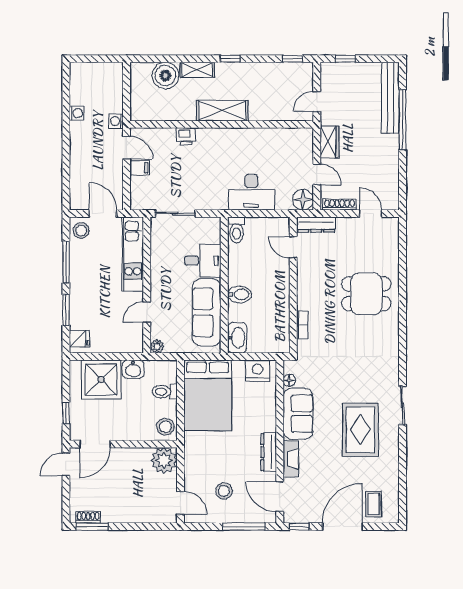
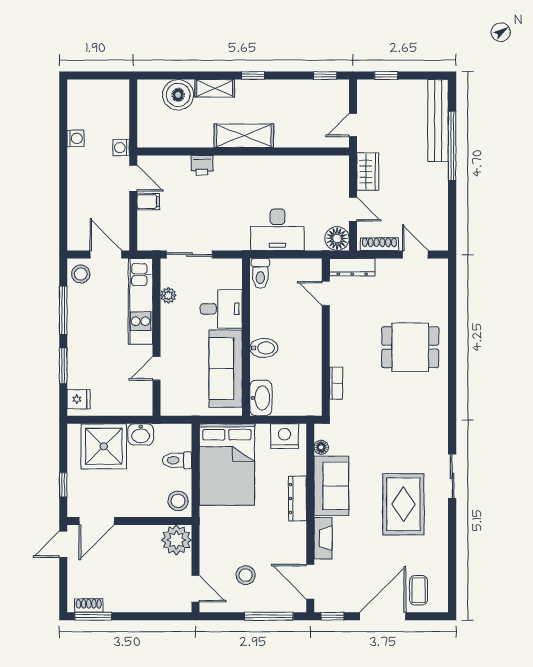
plant: (157, 346) -> (168, 295), moved
dresser: (269, 452) -> (297, 498), moved

